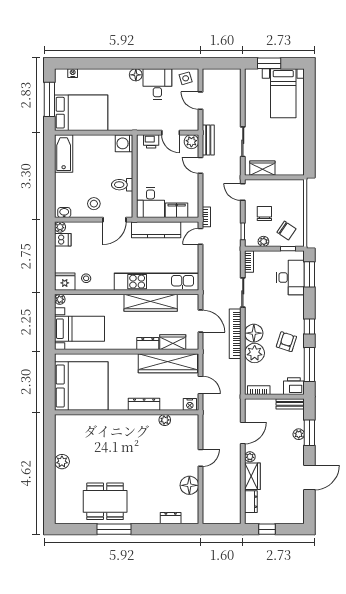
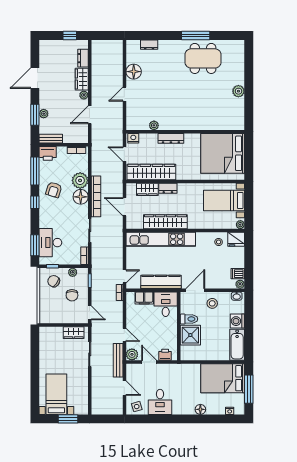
floor lamp: (136, 75) -> (200, 409), moved
bench: (208, 140) -> (118, 360), width x1.36
washing machine: (124, 143) -> (237, 321), moved, turned 180
shower: (120, 165) -> (190, 335), added

